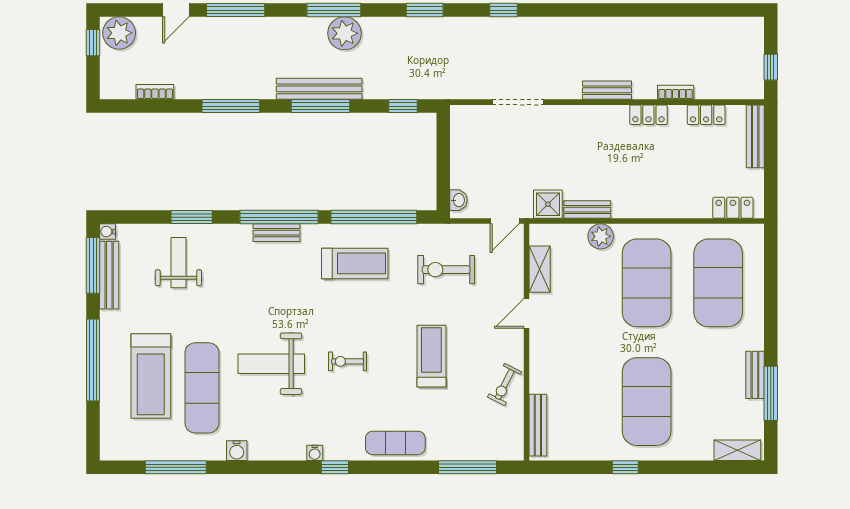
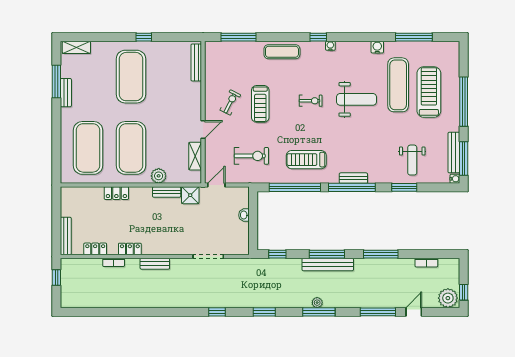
plant: (344, 33) -> (317, 303), width x0.53, depth x0.53
washbasin: (458, 200) -> (244, 215), moved
locker: (733, 208) -> (116, 193), moved
exercise bike: (505, 384) -> (230, 102), moved

